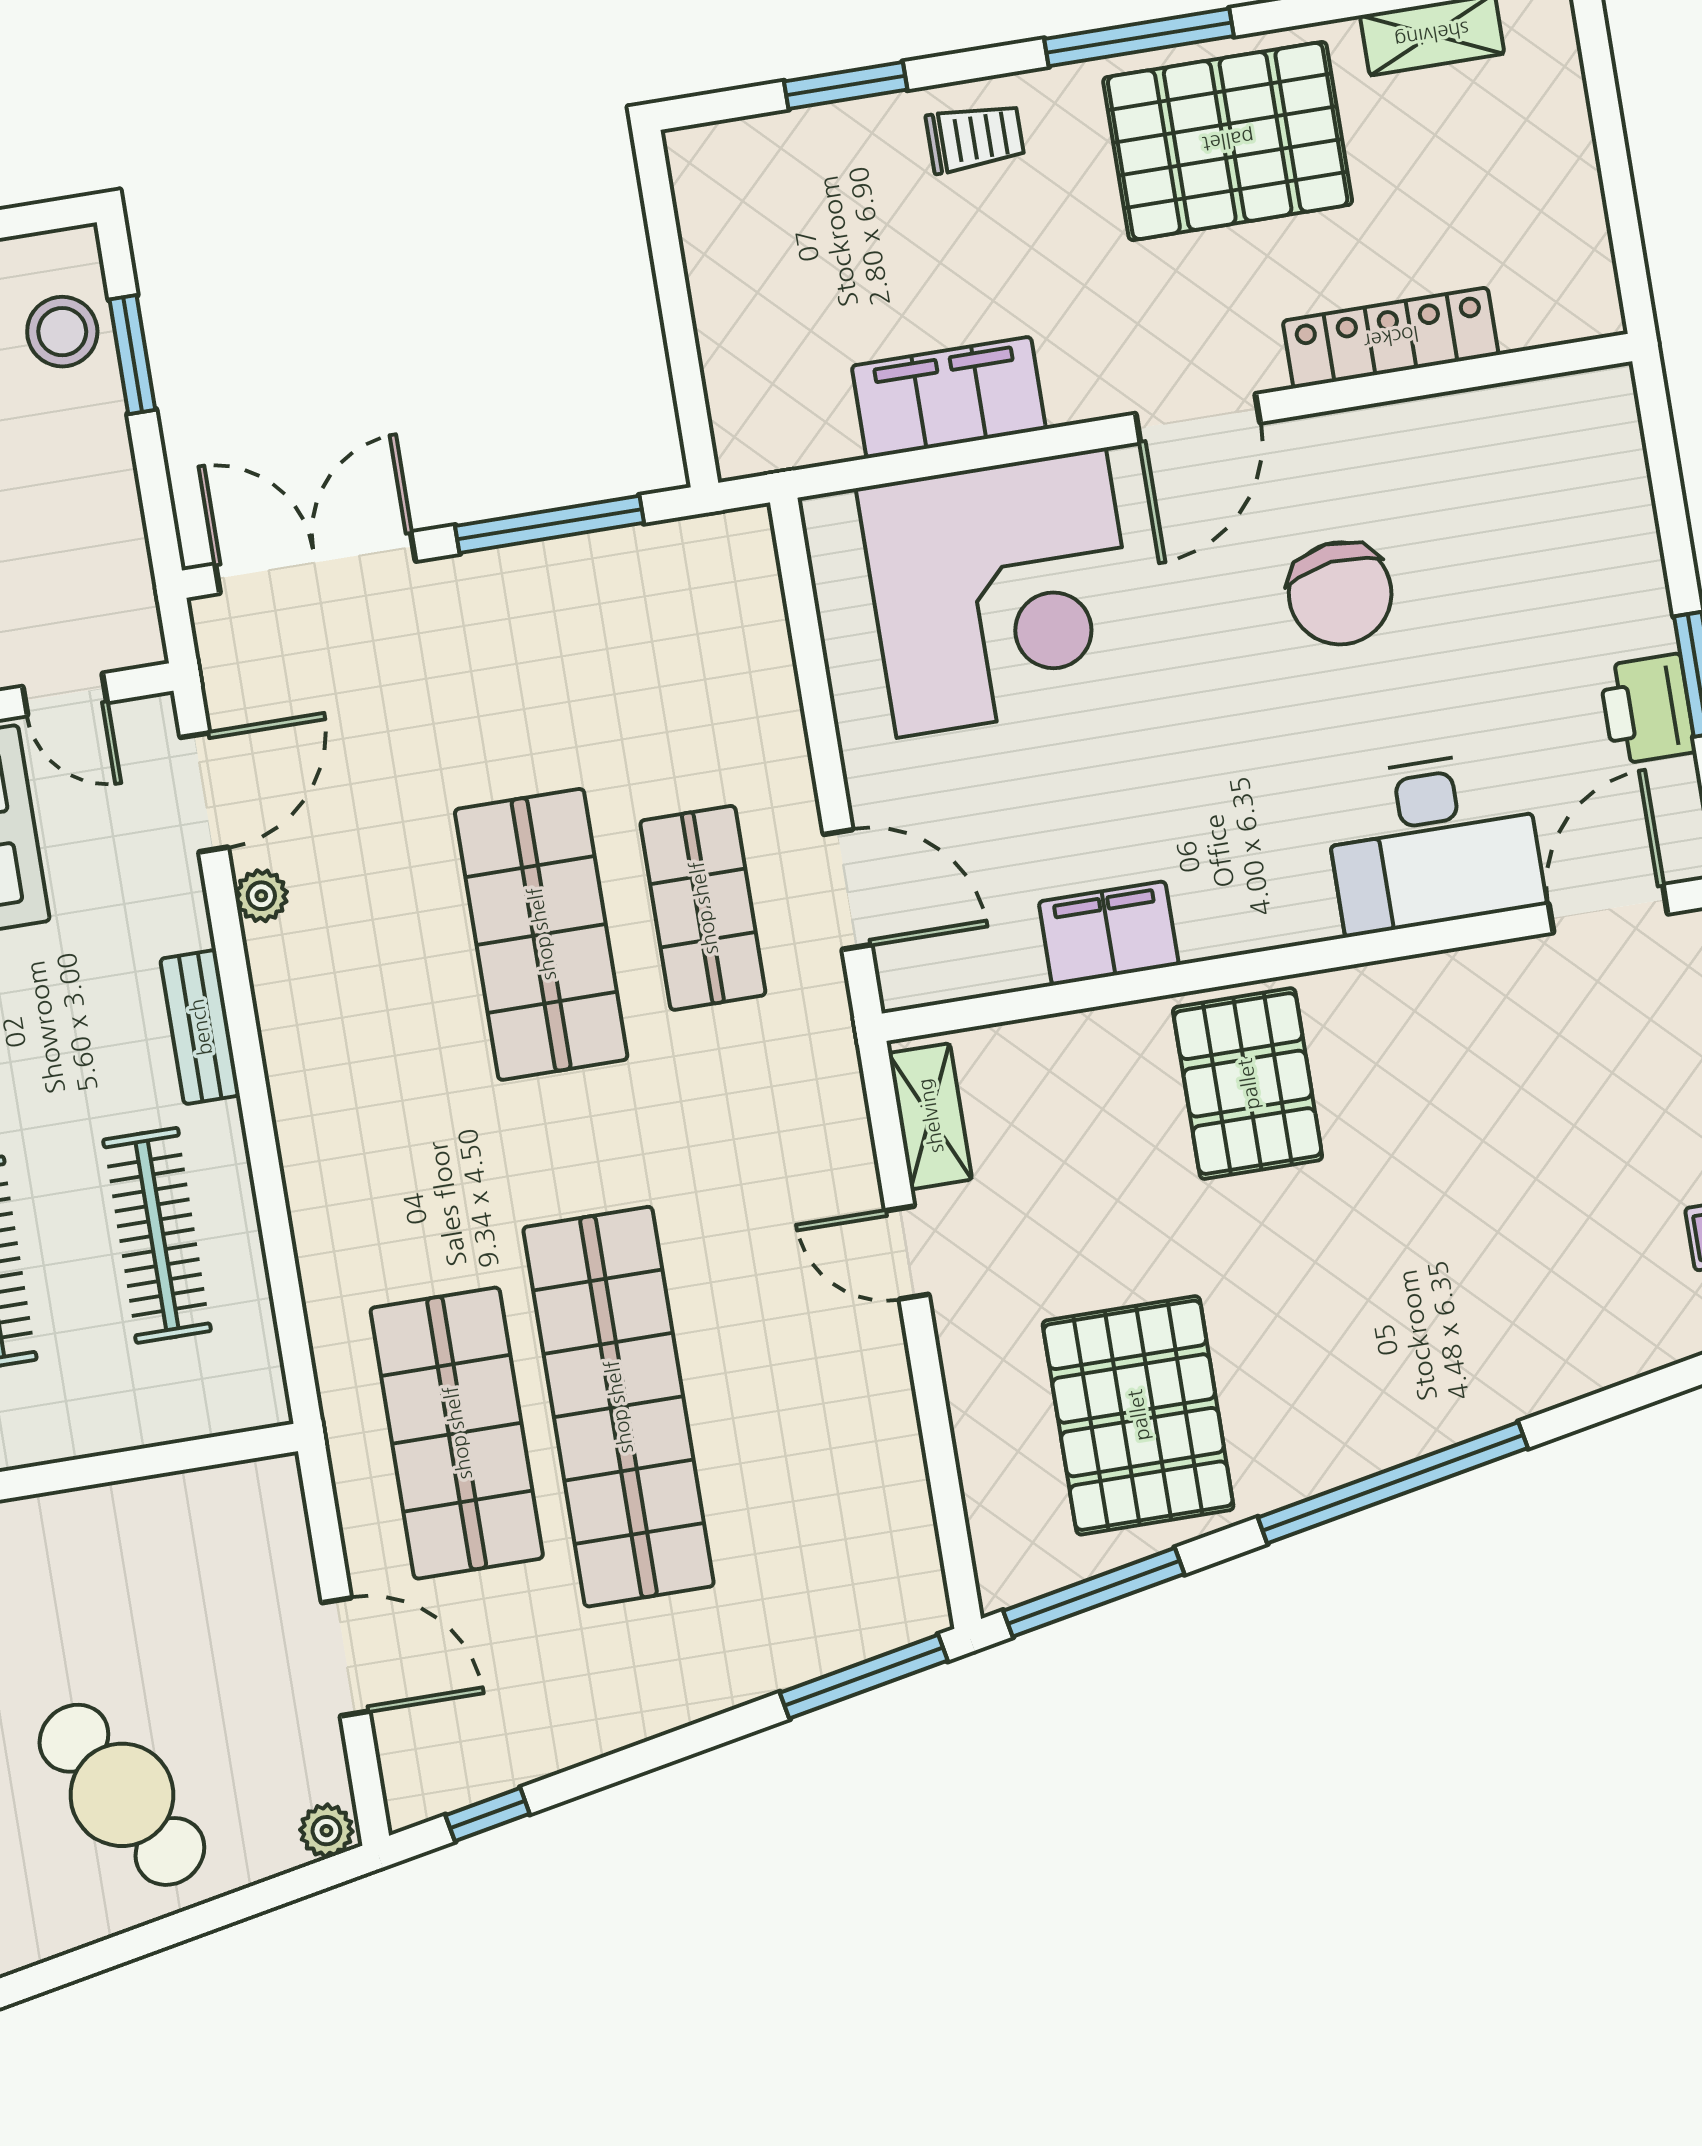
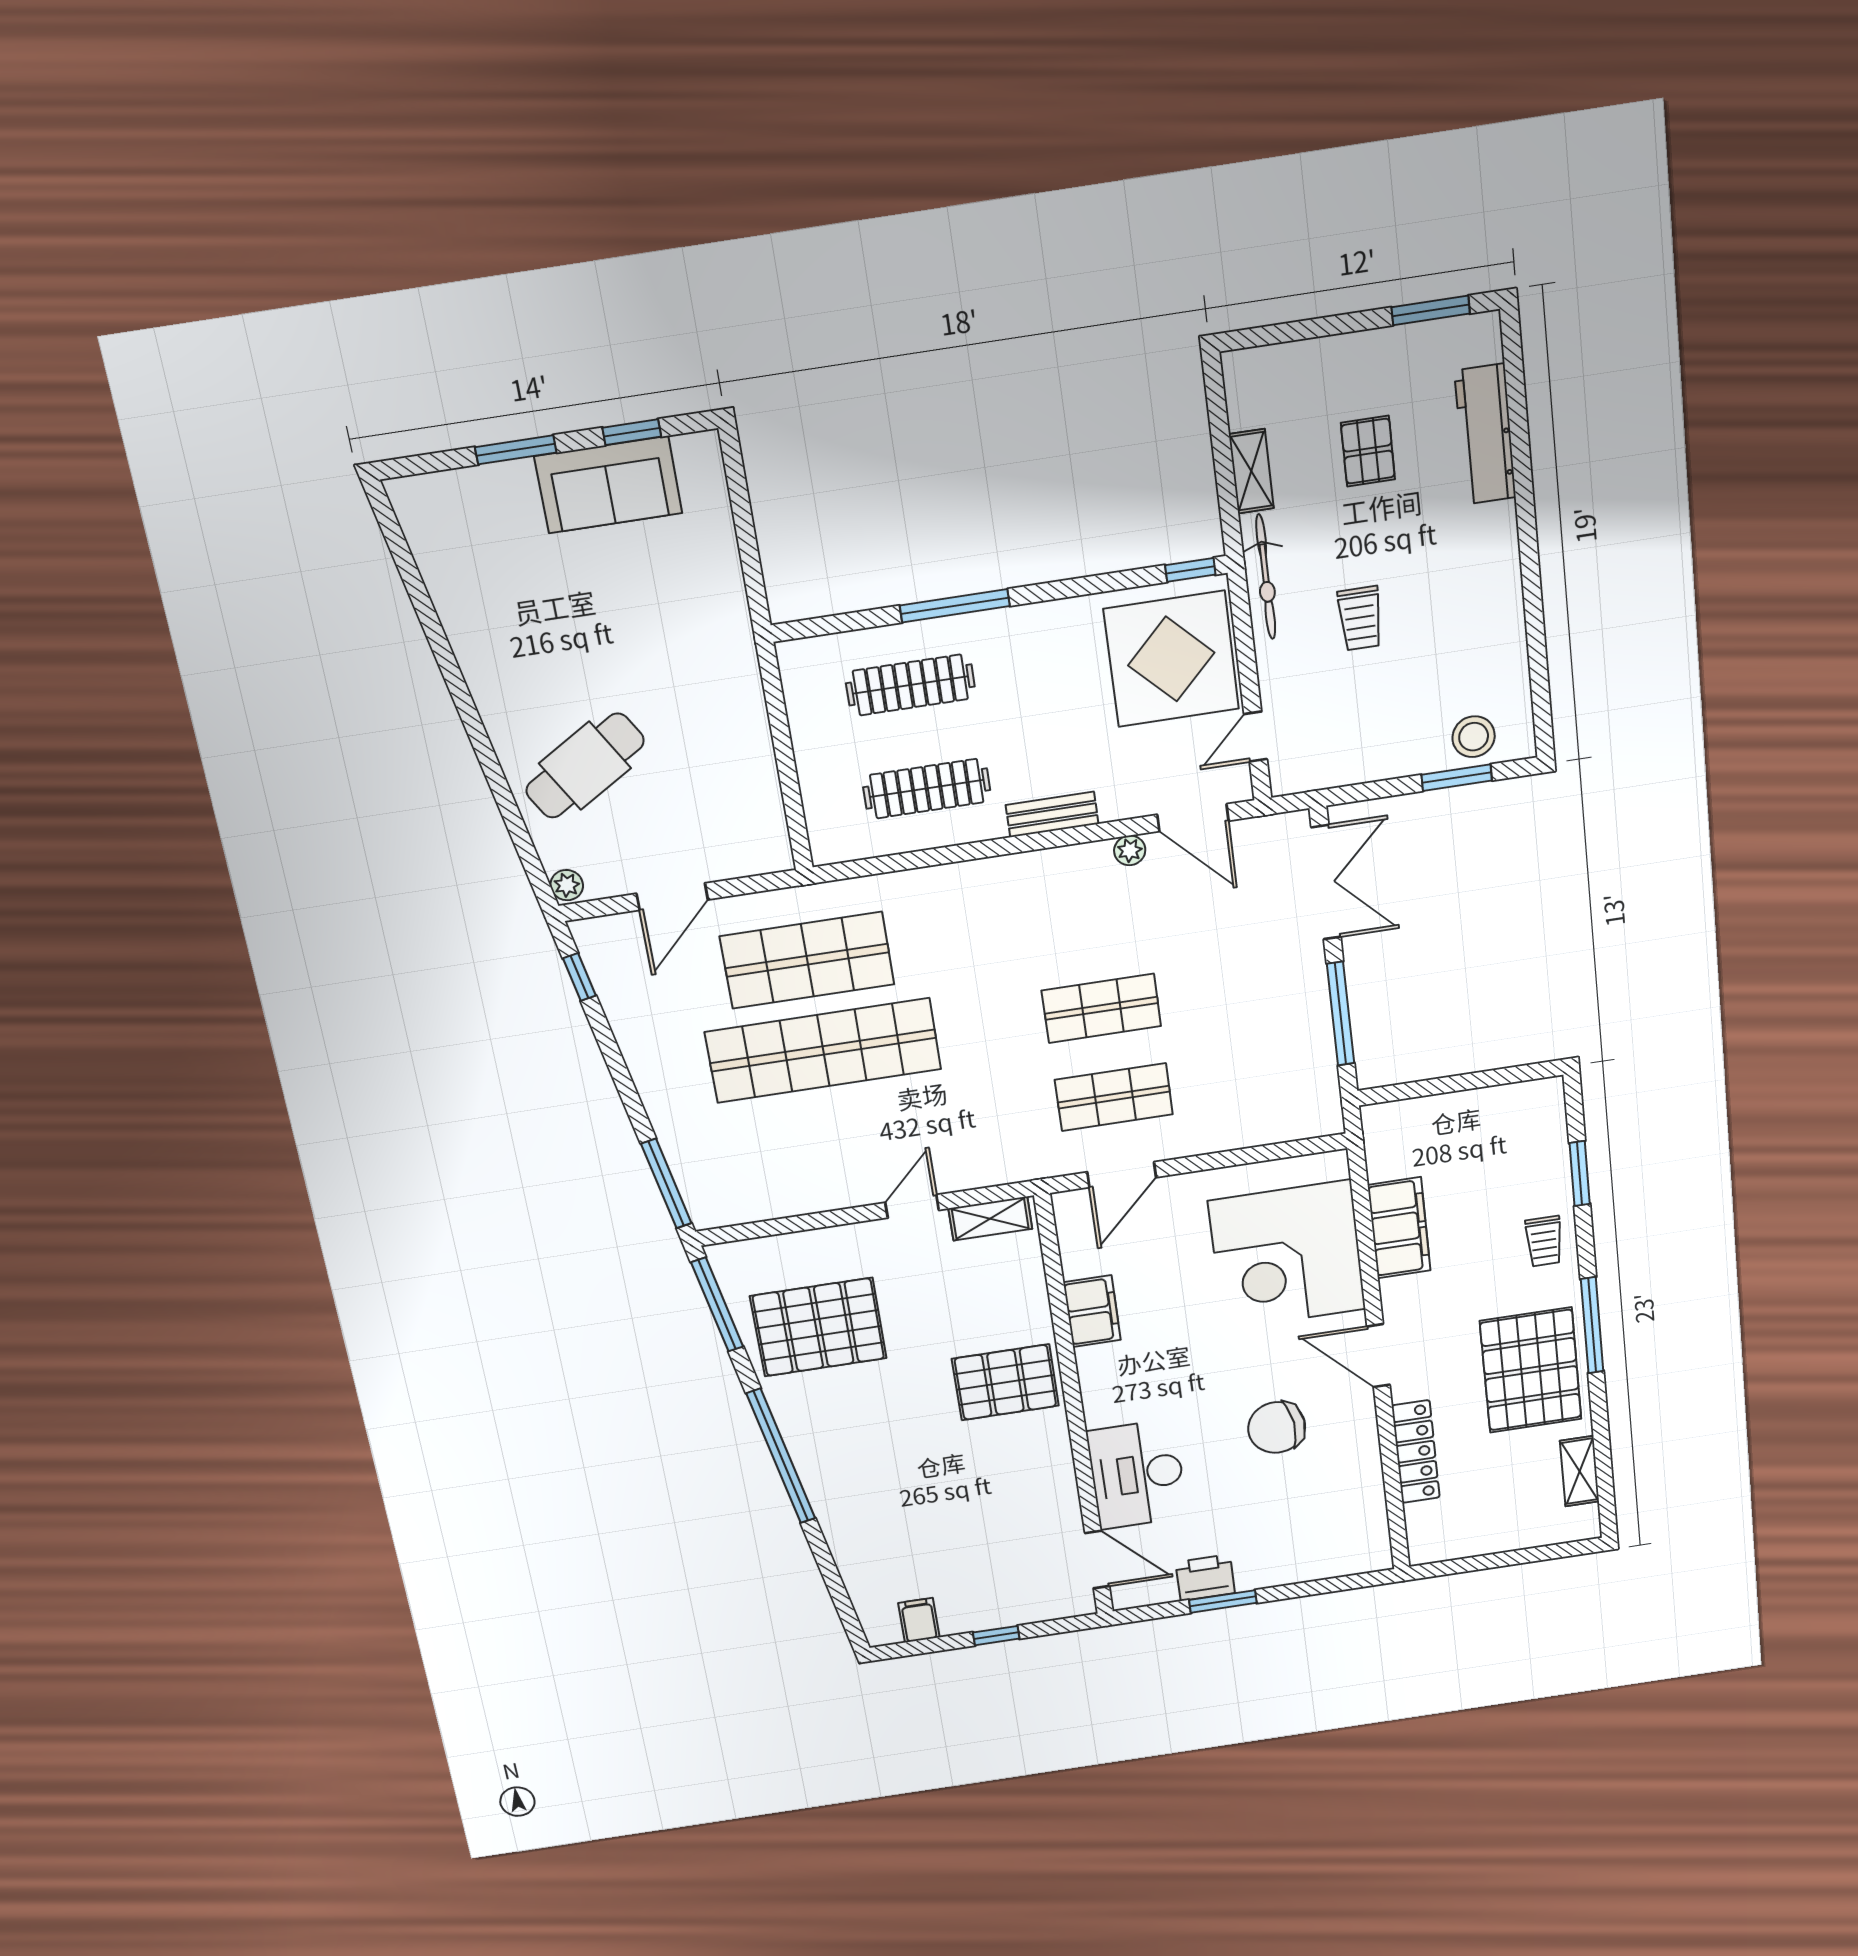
shop shelf: (541, 934) -> (1101, 1008), width x0.70, depth x0.74

